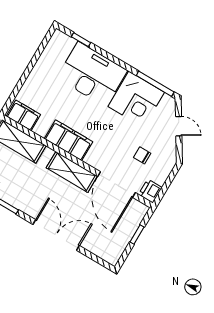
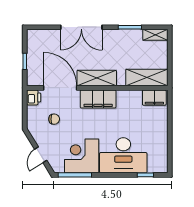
door: (179, 126) -> (41, 155), hinge flipped
filing cabinet: (69, 140) -> (98, 99), moved

